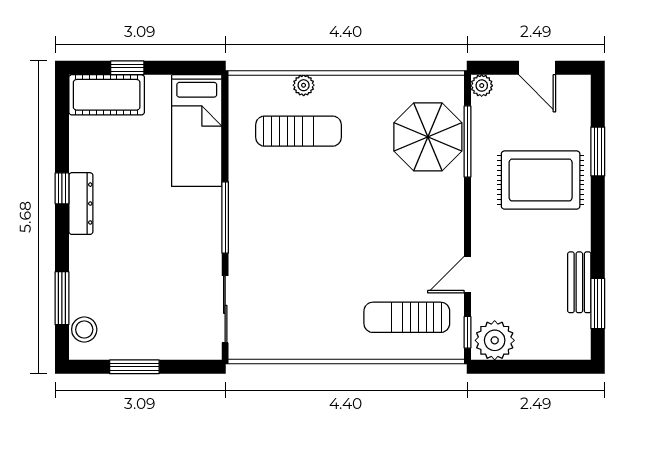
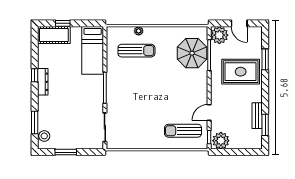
plant: (482, 86) -> (219, 35), width x1.88, depth x1.88

